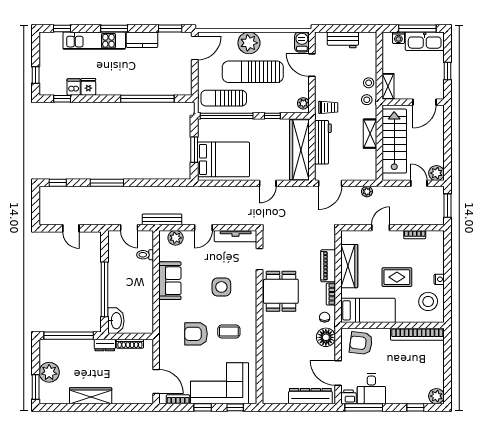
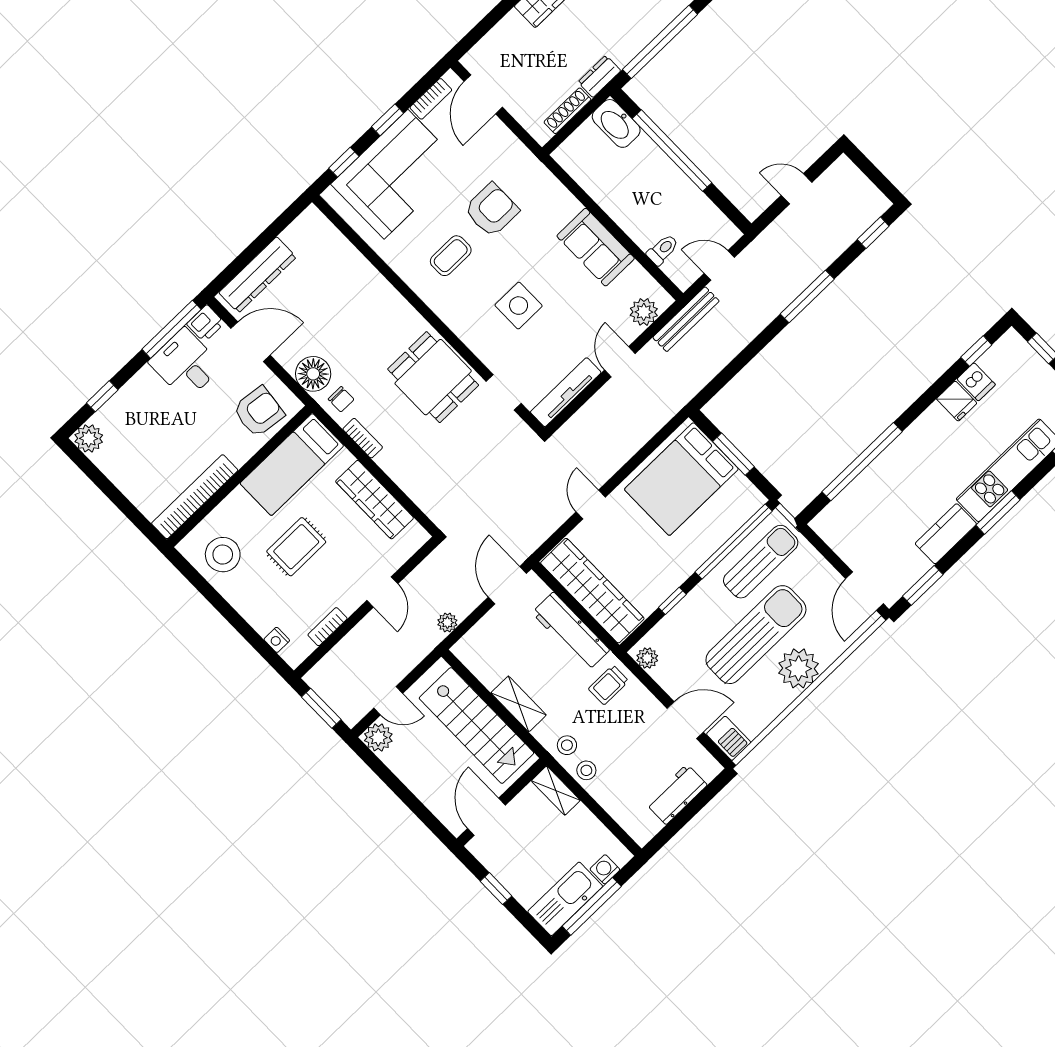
piano: (328, 266) -> (403, 473), removed
nightstand: (439, 279) -> (277, 640), moved
door: (156, 381) -> (483, 94), hinge flipped

